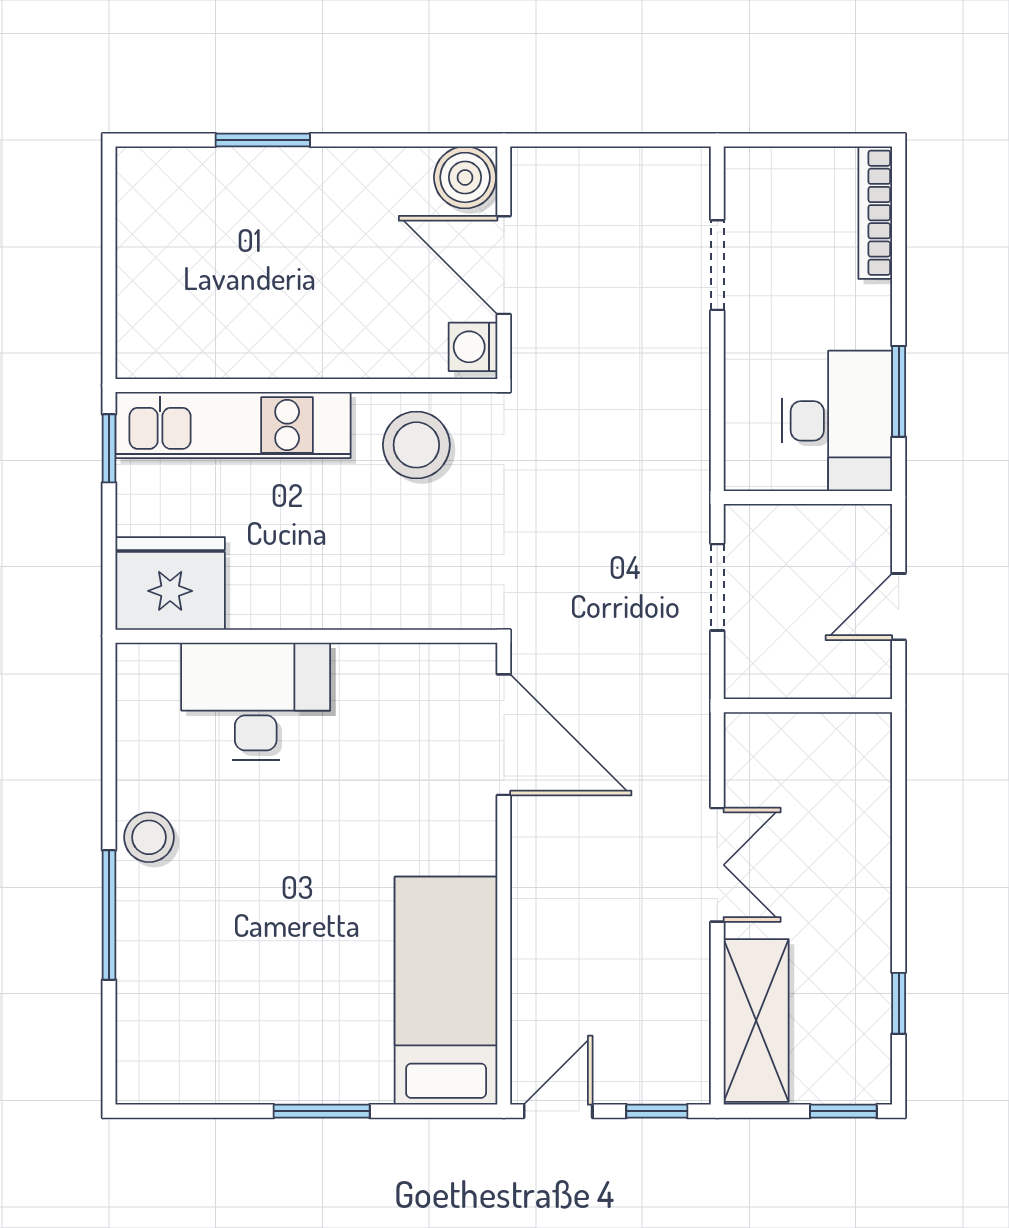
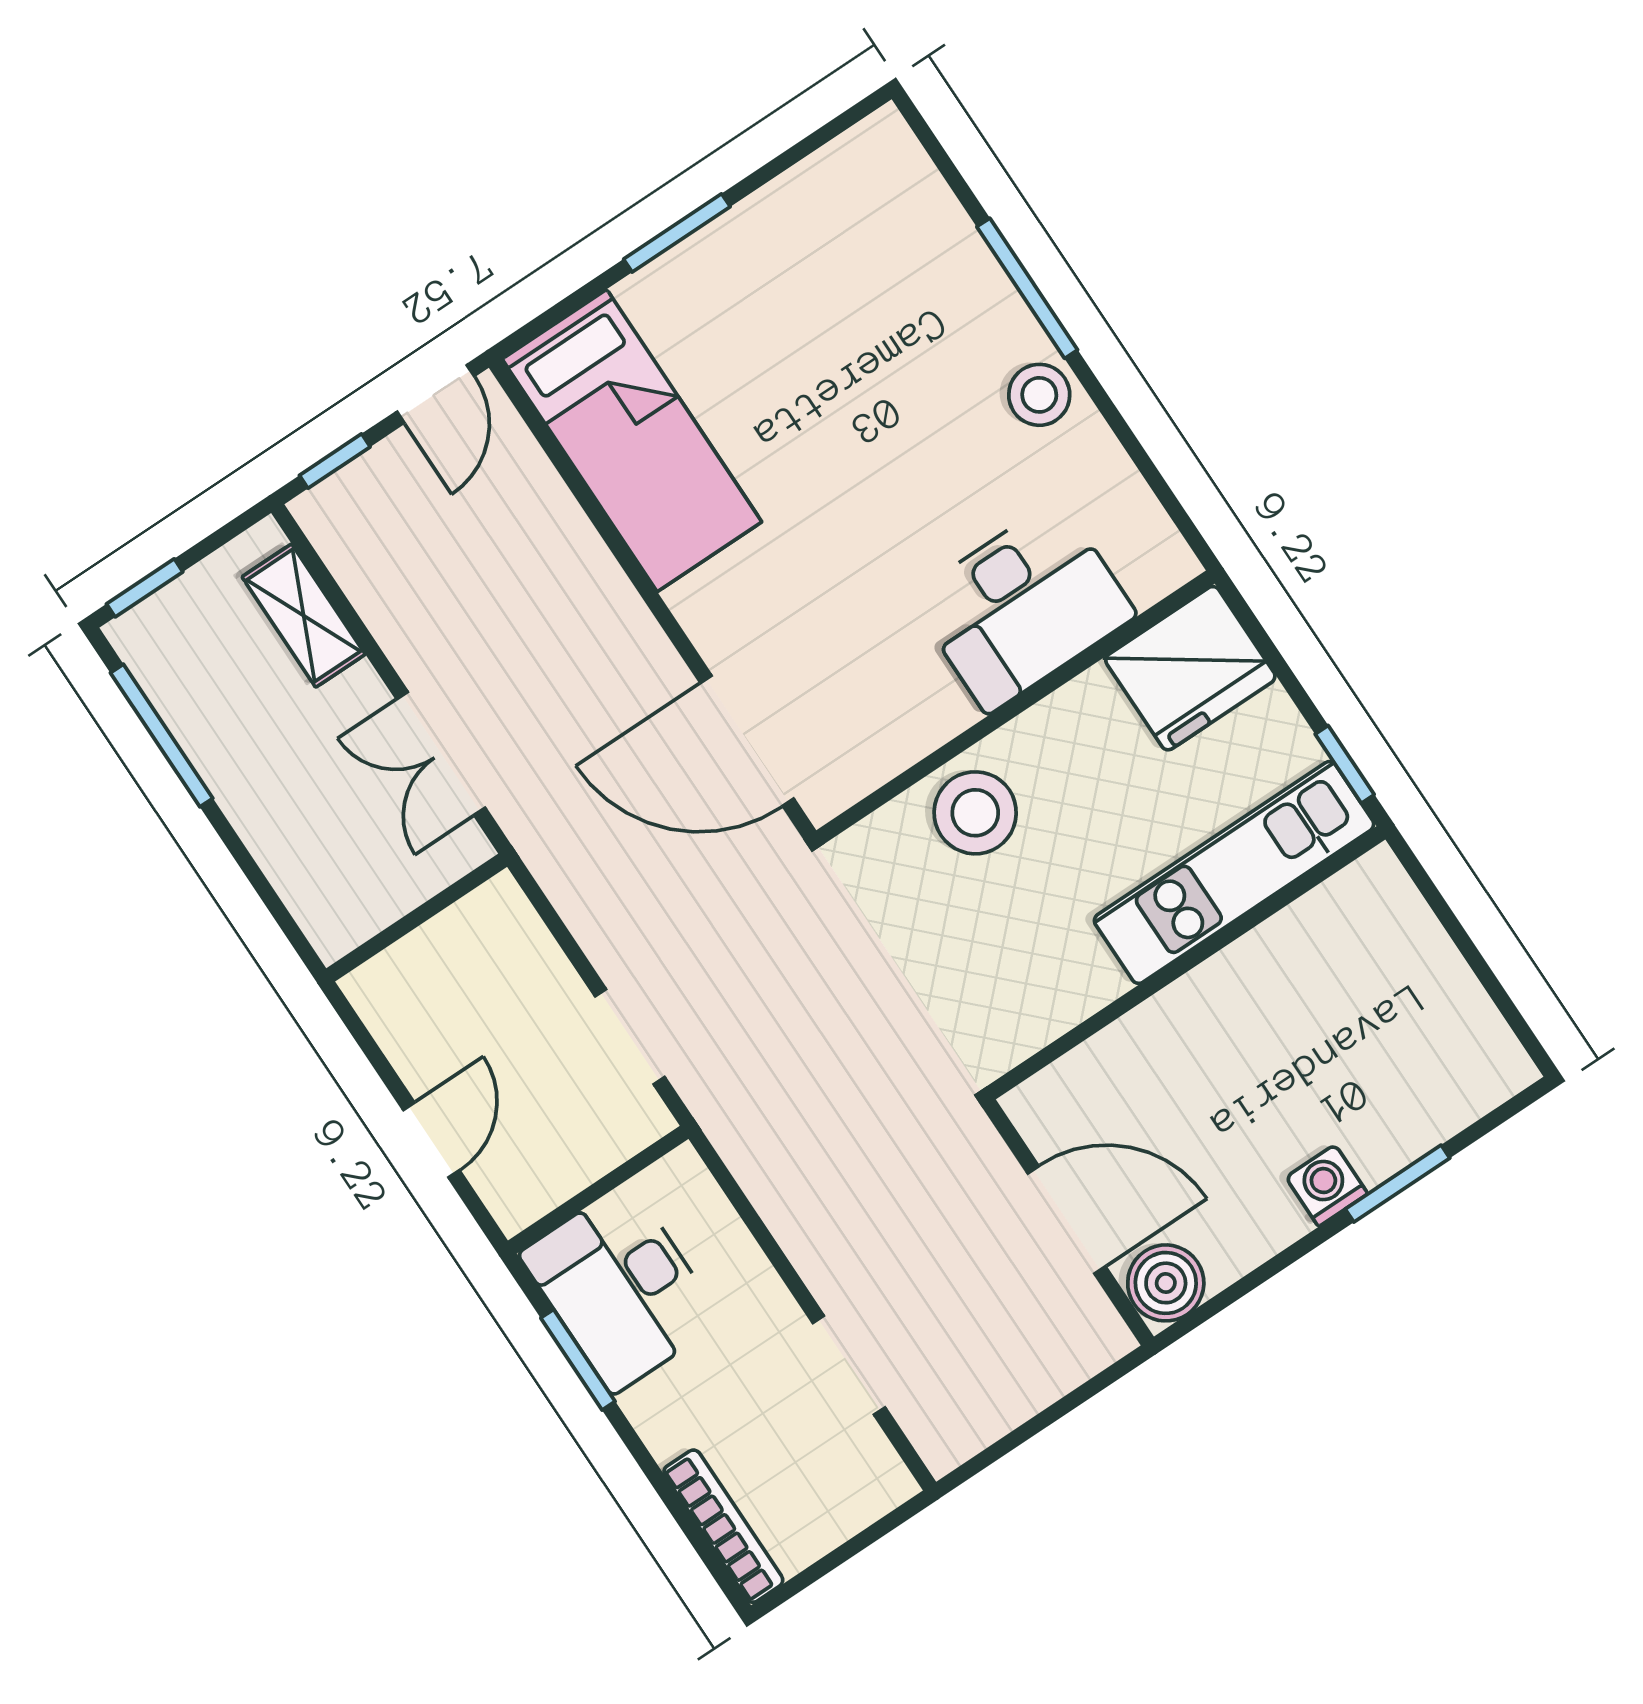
washing machine: (473, 347) -> (1327, 1185), moved, turned -90
stool: (416, 445) -> (975, 813), moved
wall: (808, 706) -> (417, 918), moved
window: (899, 1003) -> (162, 736), width x2.17
shelving: (756, 1020) -> (304, 616), width x0.67, depth x0.75

